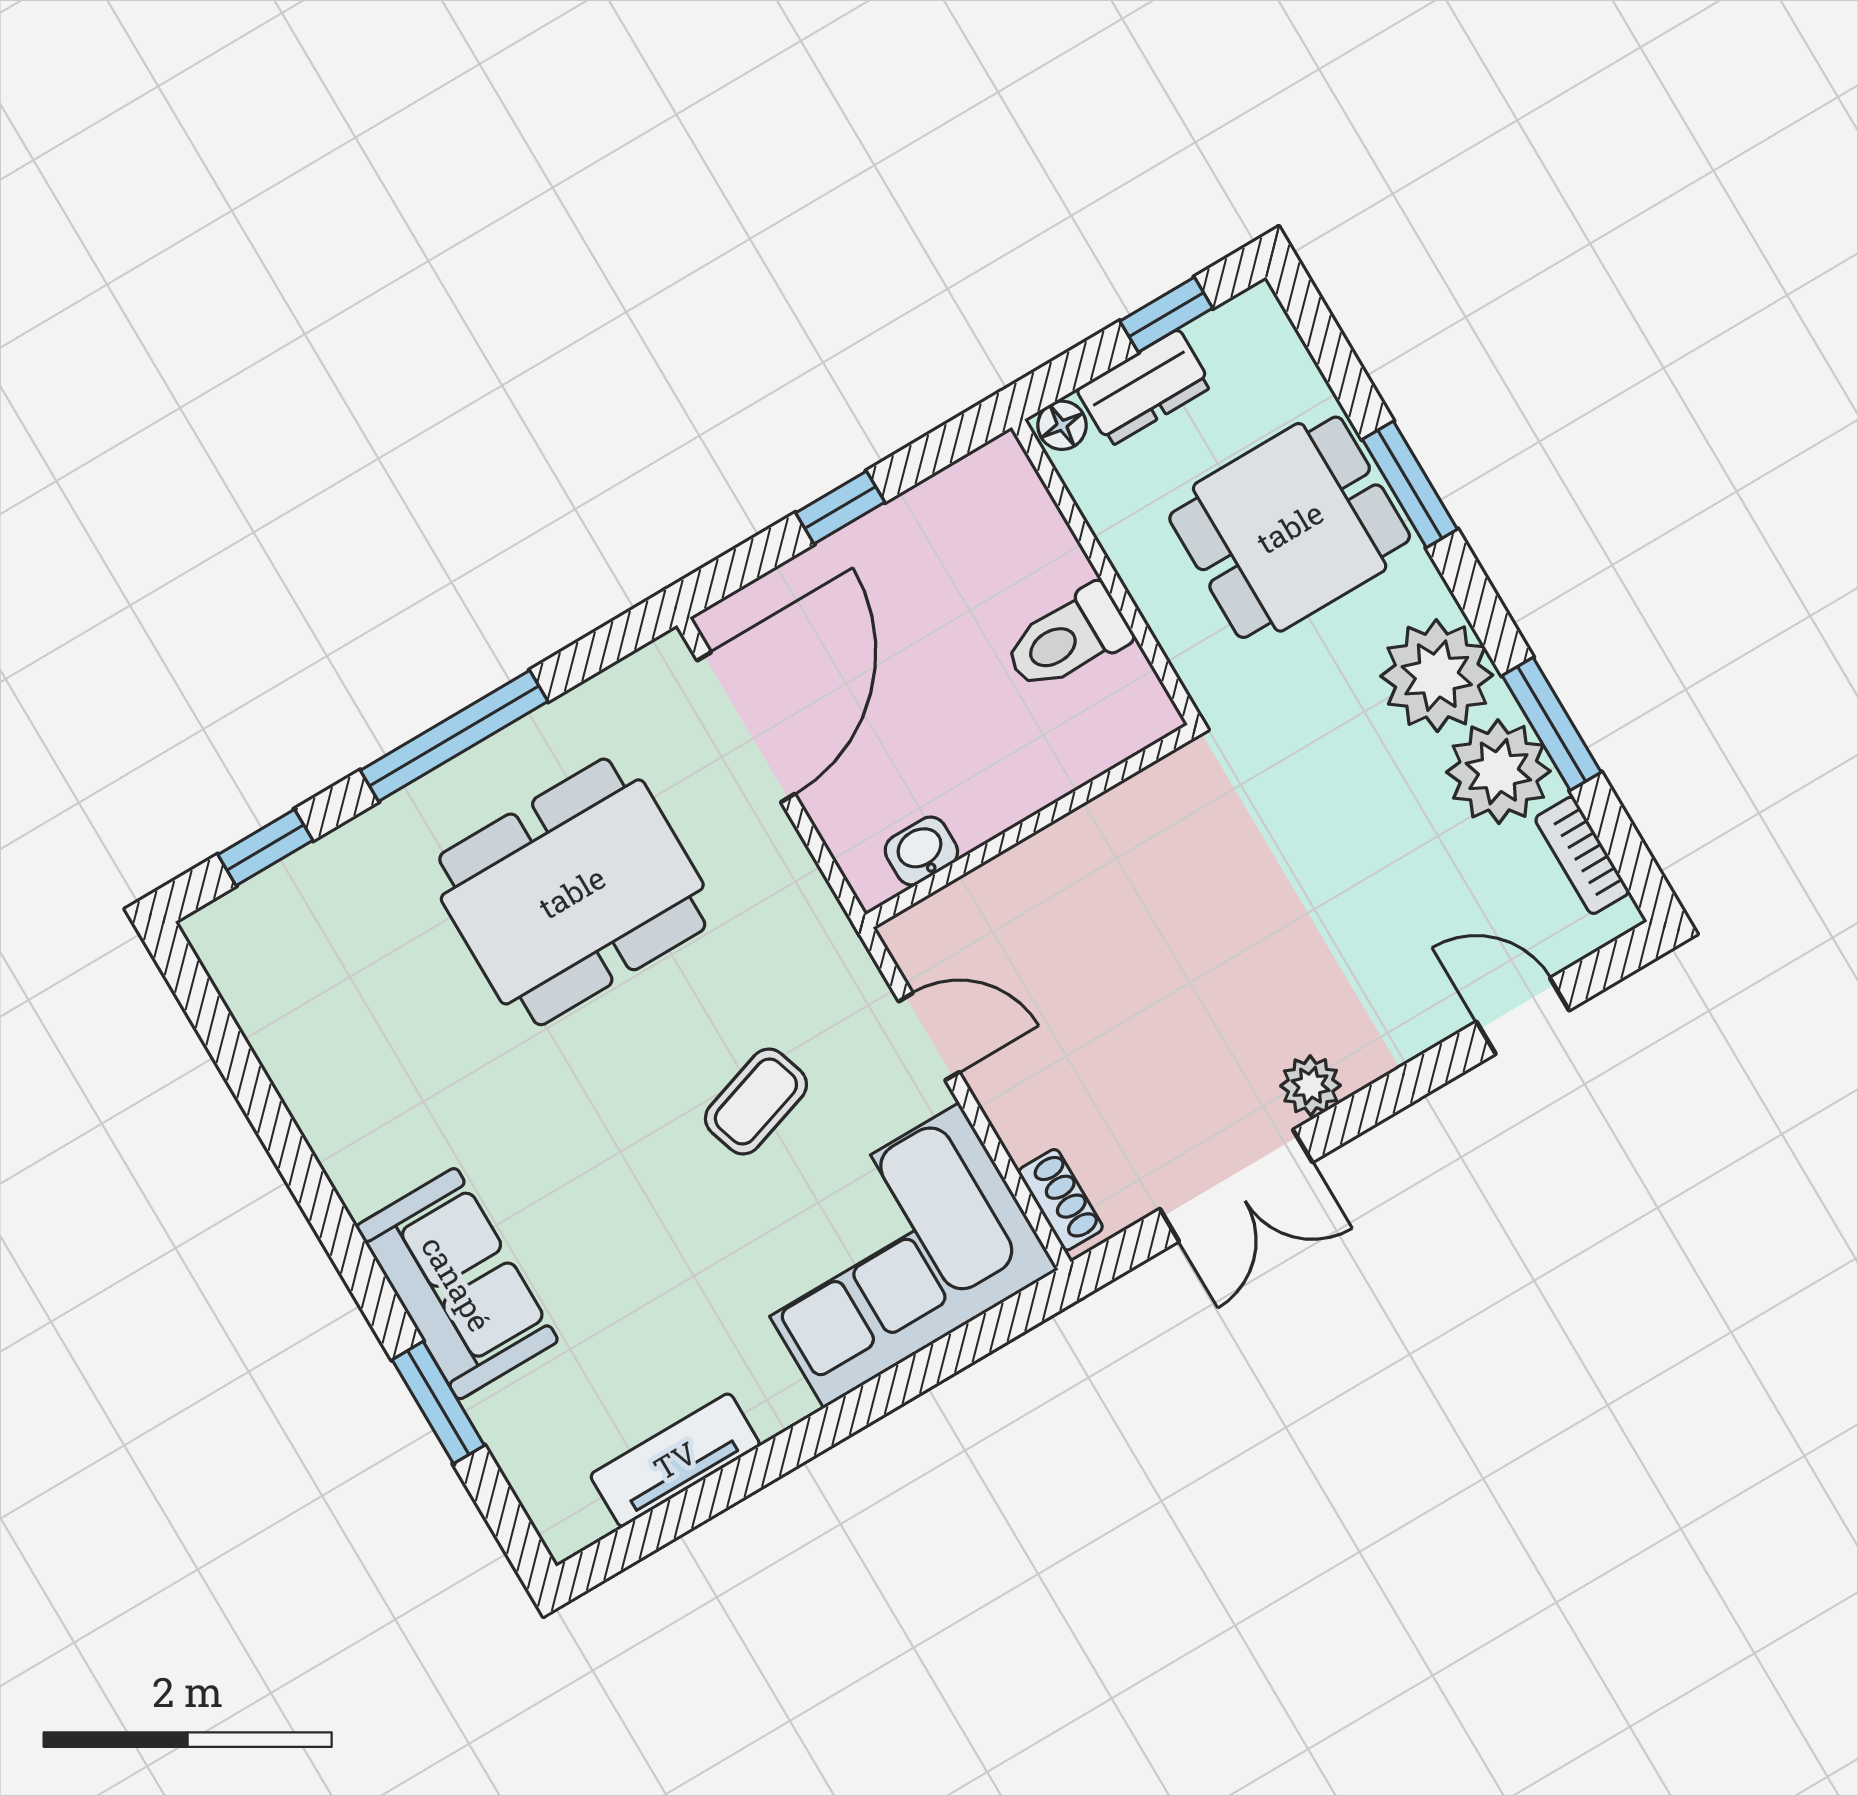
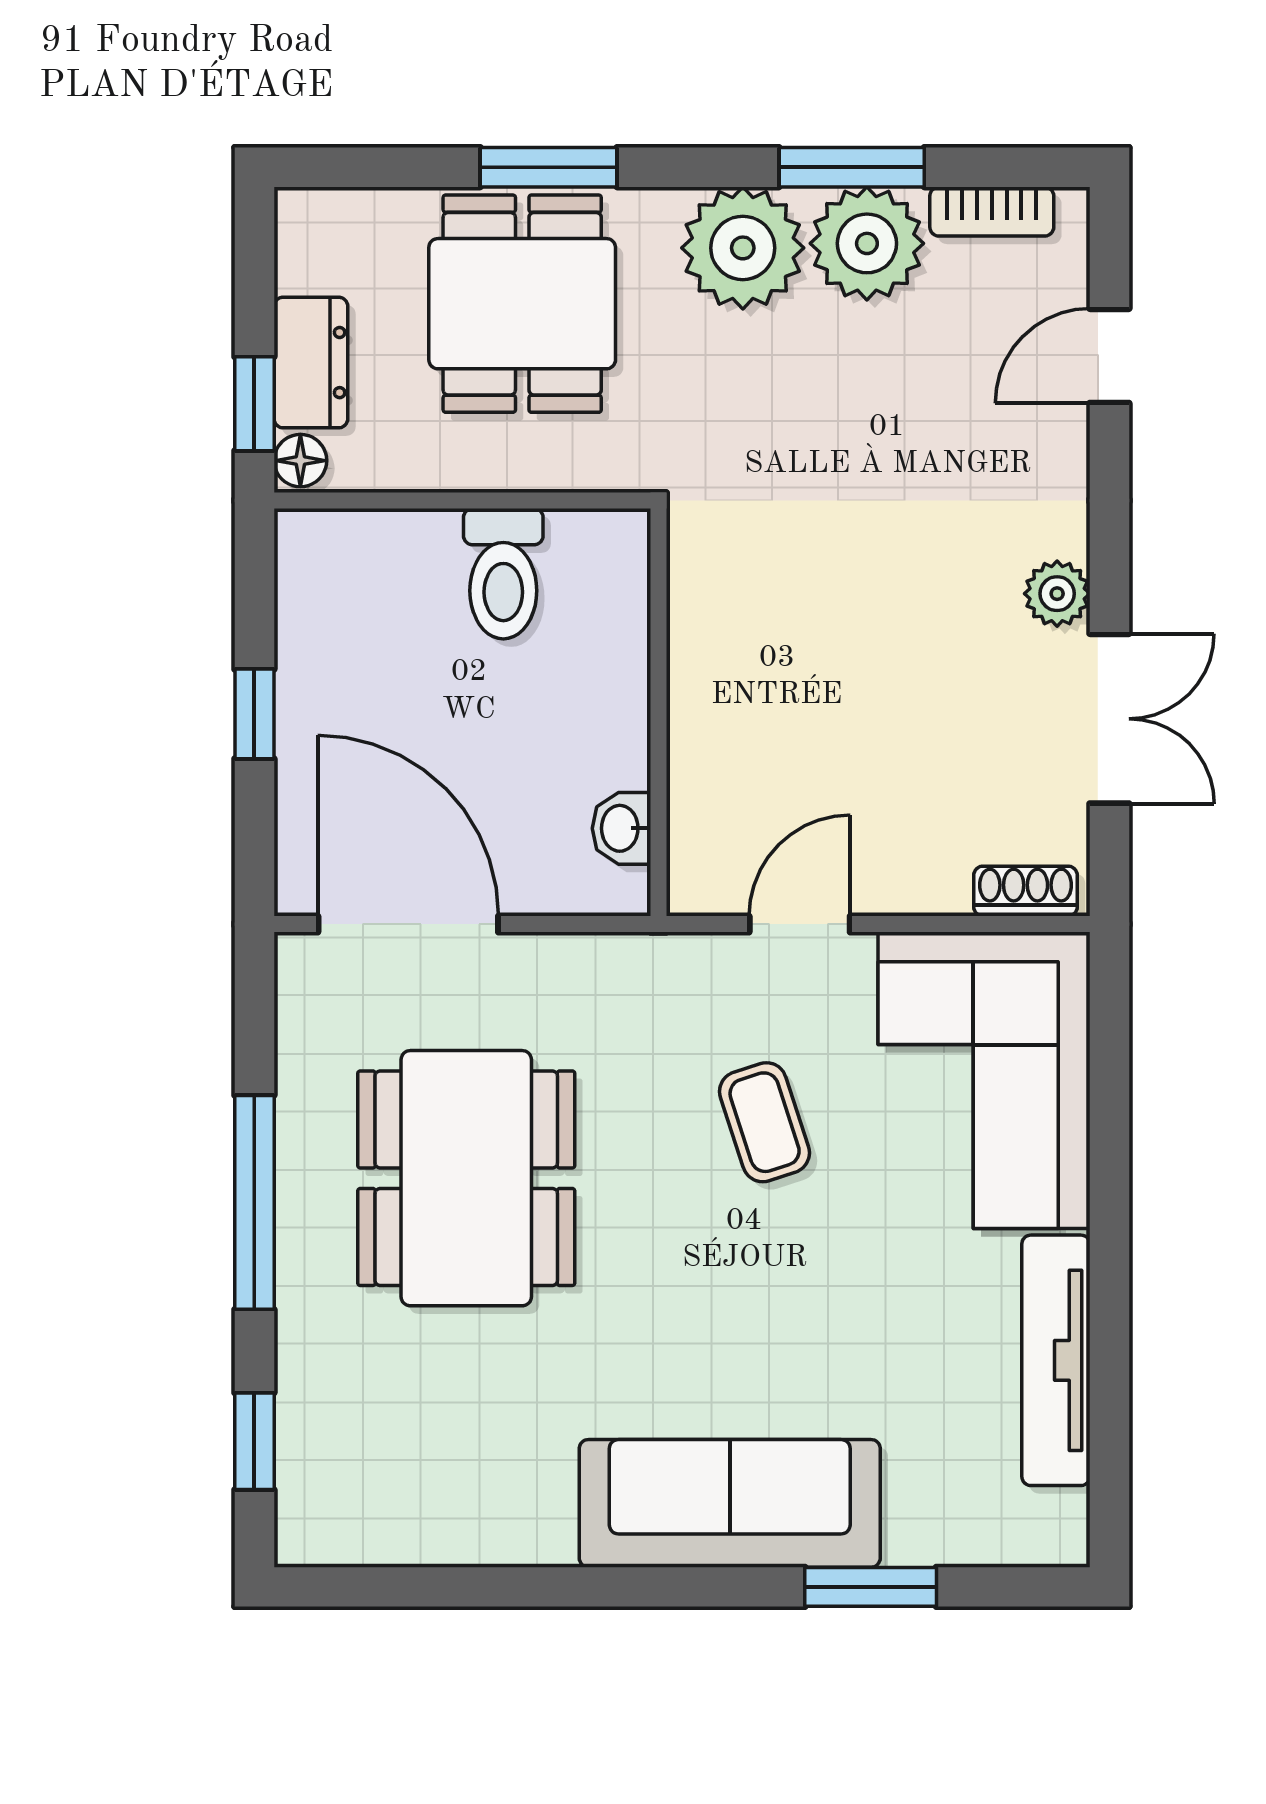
window: (1166, 315) -> (254, 404), moved
sofa: (457, 1284) -> (730, 1503), width x1.36
tv unit: (675, 1460) -> (1056, 1360), width x1.41

